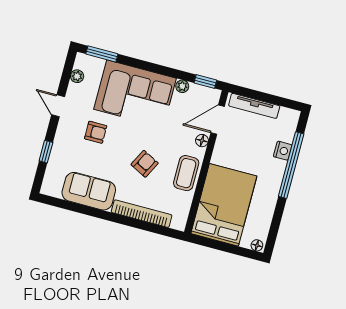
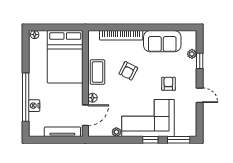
plant: (77, 76) -> (192, 54), moved
window: (205, 81) -> (150, 140), moved
armchair: (96, 132) -> (168, 84), turned 90

